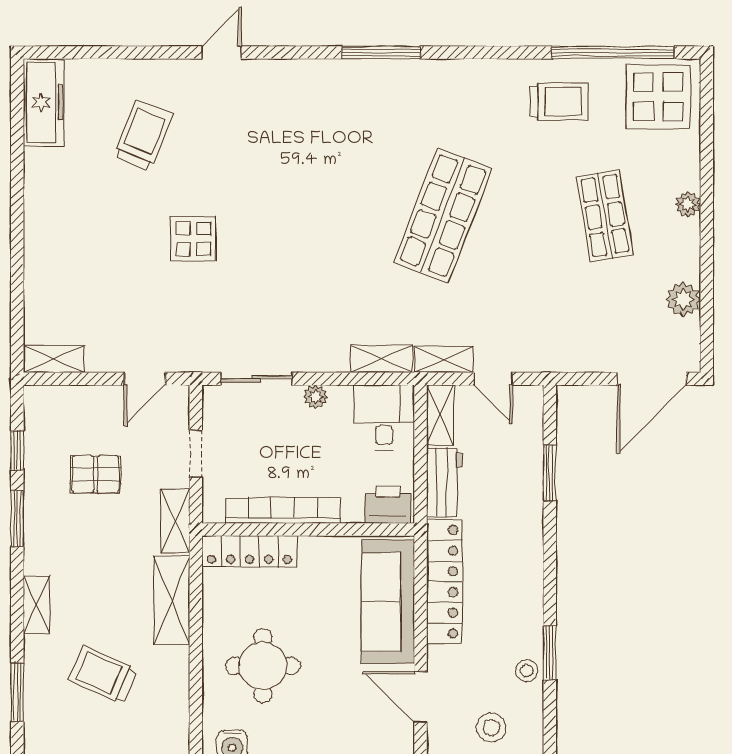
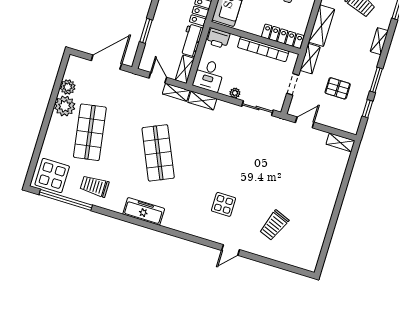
window: (381, 53) -> (163, 230), removed
freezer: (44, 103) -> (144, 211), moved, turned 90
plant: (688, 204) -> (65, 106), moved, width x1.88, depth x1.88
shop shelf: (443, 216) -> (158, 153), turned -45
shop shelf: (605, 216) -> (90, 132), width x1.43, depth x1.36
display table: (193, 239) -> (224, 204), moved
door: (652, 379) -> (106, 62), moved

